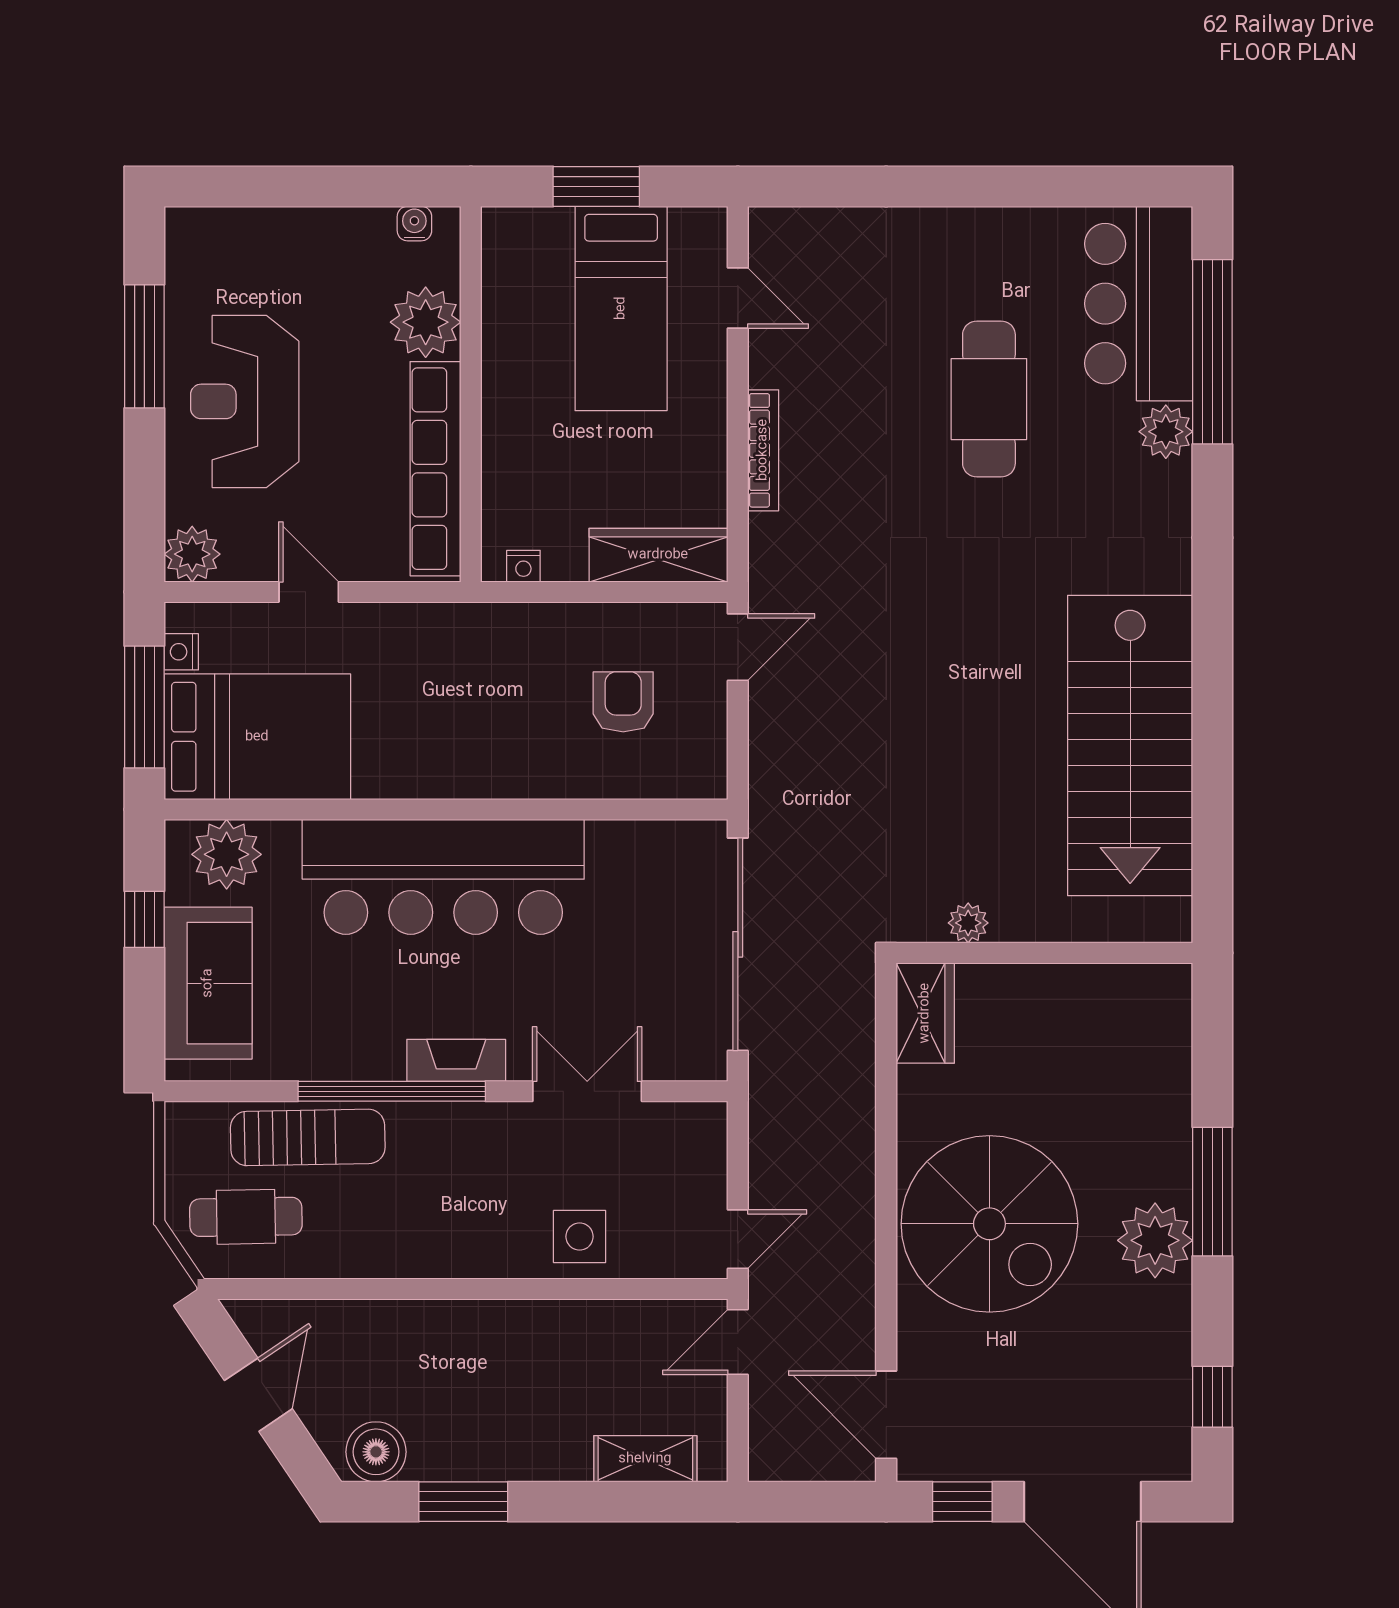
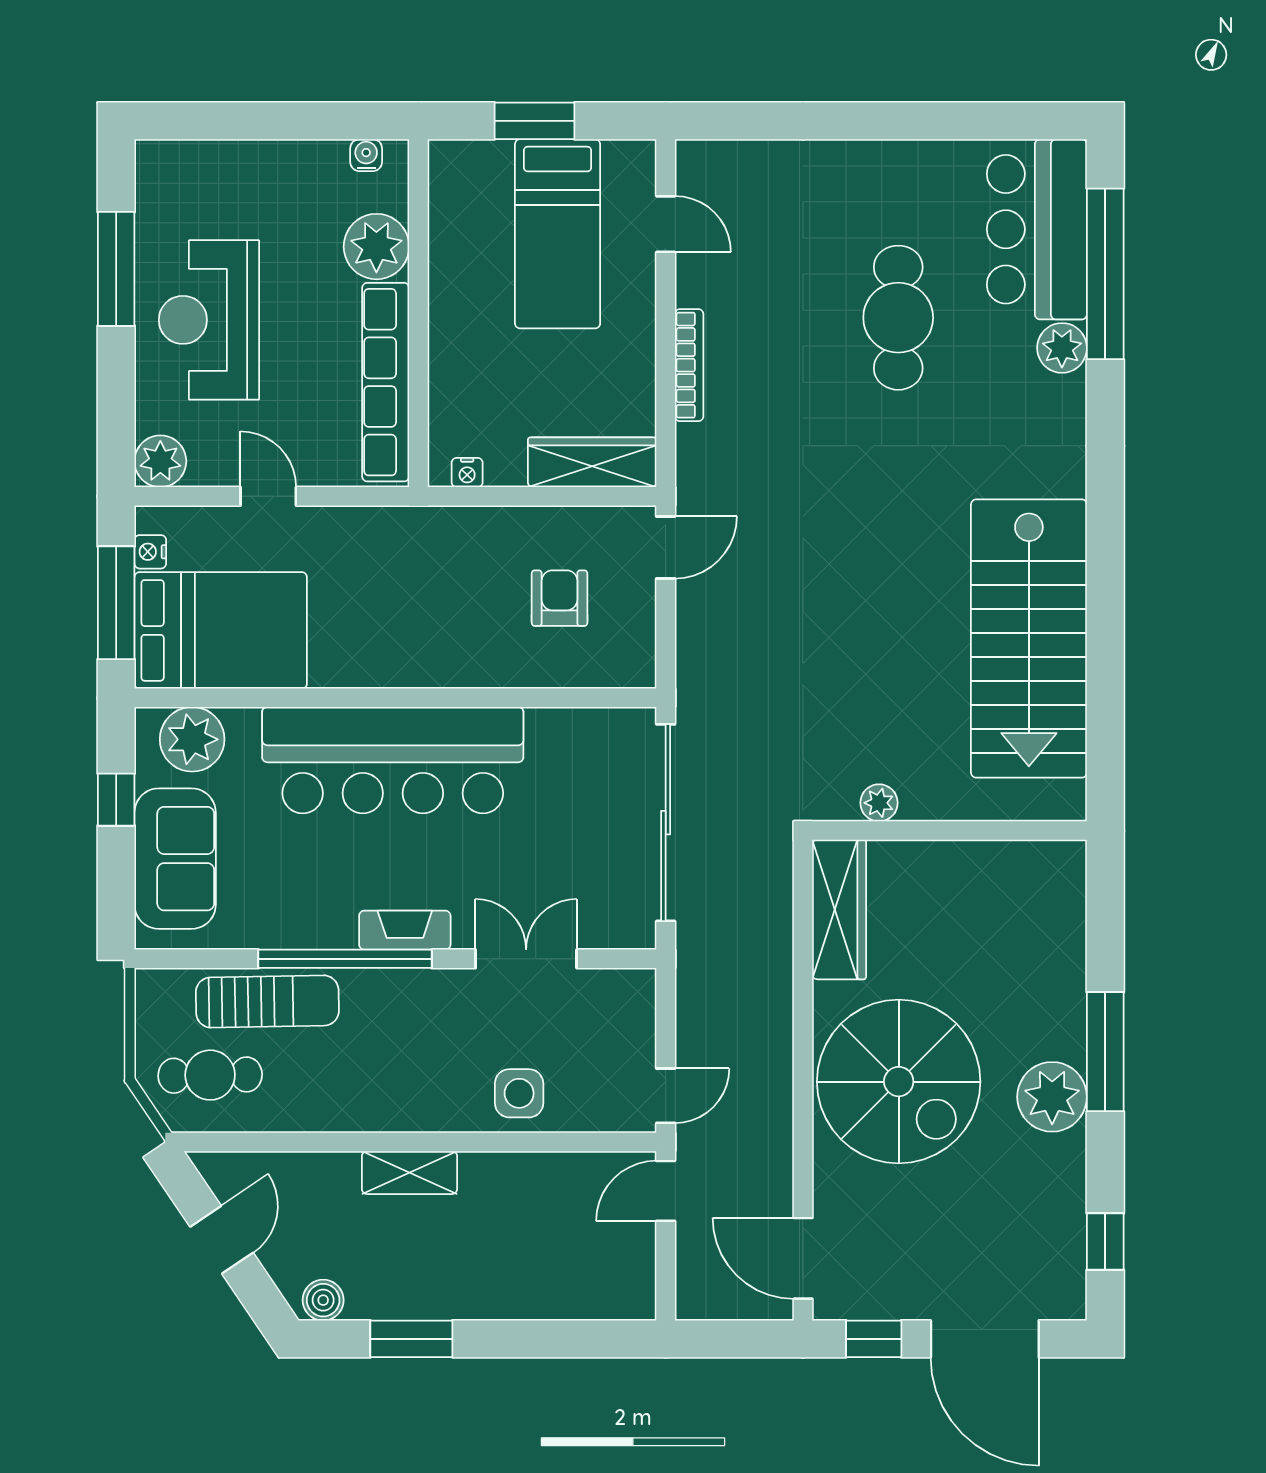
wardrobe: (925, 1013) -> (839, 910), width x1.50
boiler: (376, 1452) -> (323, 1300), width x0.73, depth x0.73
shelving: (645, 1459) -> (409, 1173), moved

